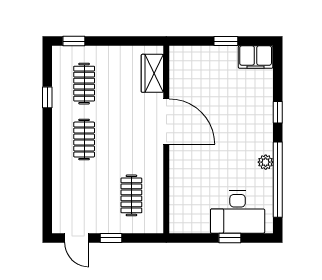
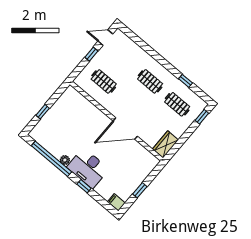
filing cabinet: (256, 57) -> (116, 202), width x0.50
wardrobe: (152, 73) -> (165, 144), moved, turned -90
desk: (238, 212) -> (88, 168), moved, turned -90

